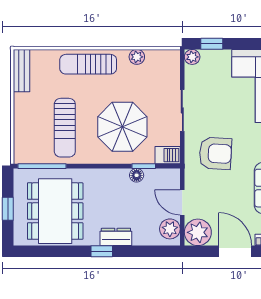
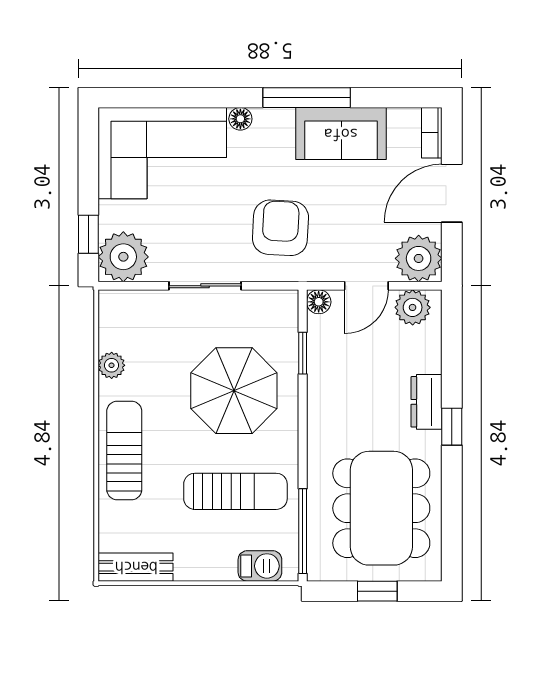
plant: (192, 57) -> (123, 257), width x1.88, depth x1.88
sun lounger: (88, 64) -> (124, 450), turned 180
barbecue: (168, 155) -> (260, 566), moved, turned 90
floor lamp: (137, 175) -> (319, 302), moved
dining table: (55, 211) -> (381, 508), turned 90

